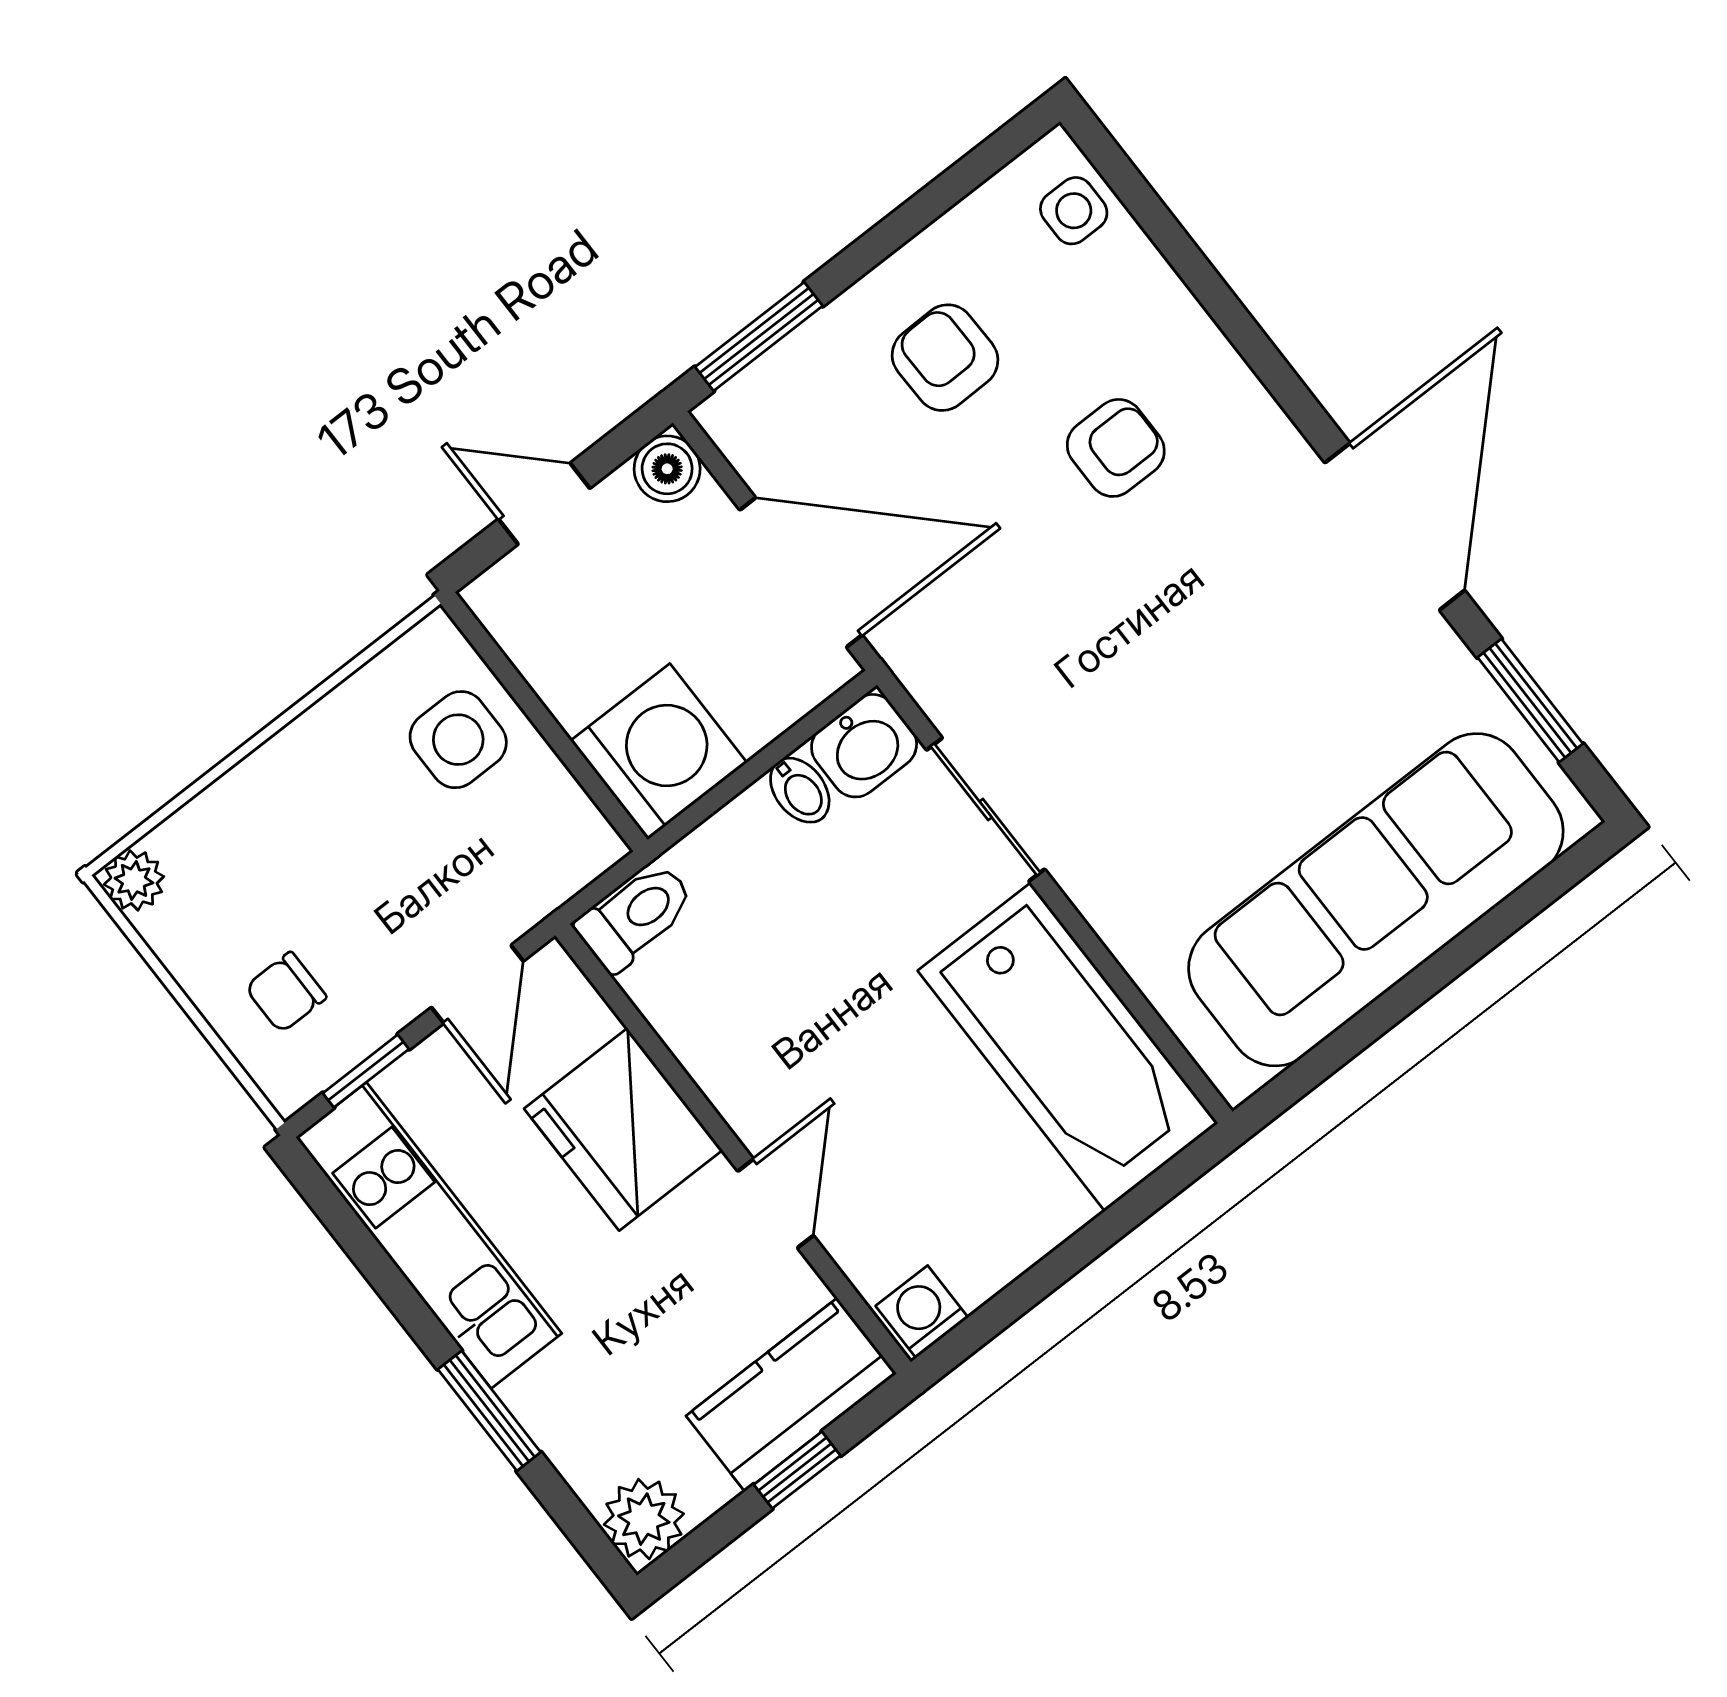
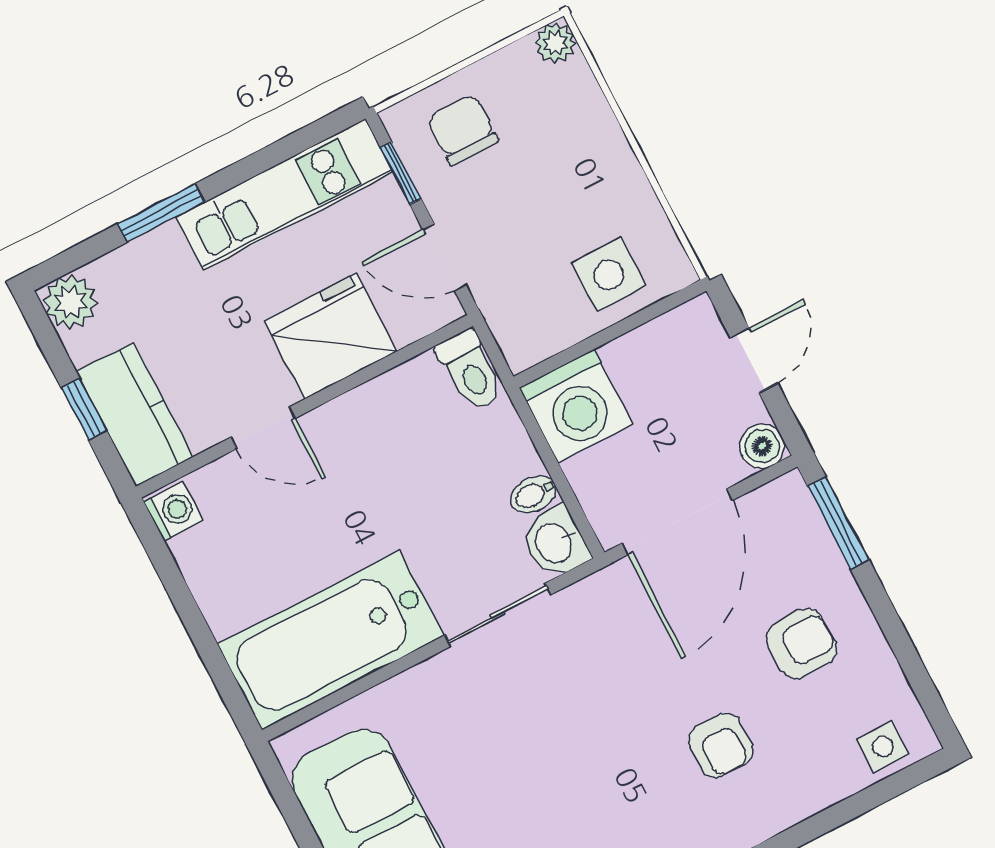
chair: (286, 992) -> (463, 130), width x1.37, depth x1.37

